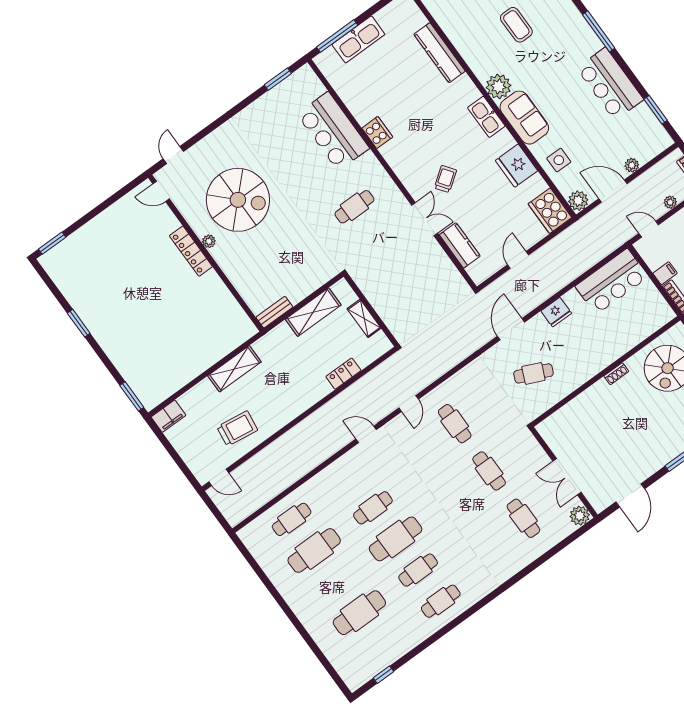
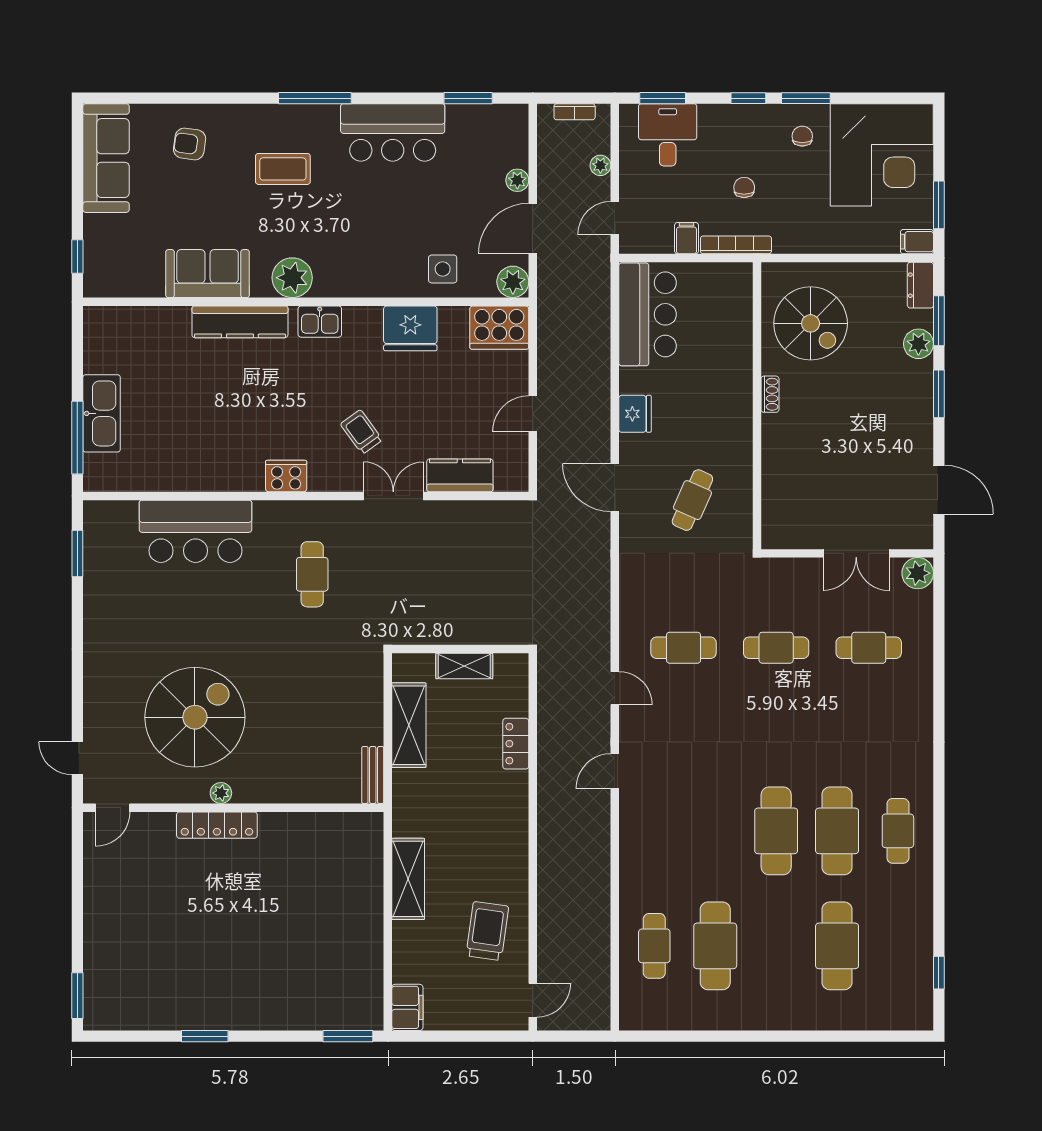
coffee table: (516, 25) -> (283, 169), moved
kitchen counter: (440, 53) -> (240, 322), moved
kitchen sink: (486, 117) -> (320, 322), width x0.73
sofa: (524, 118) -> (208, 274), moved
cooker: (377, 133) -> (286, 476), moved
door: (518, 260) -> (533, 414), hinge flipped
cafe table: (373, 508) -> (715, 831), removed
cafe table: (418, 570) -> (837, 831), width x1.37, depth x1.35

